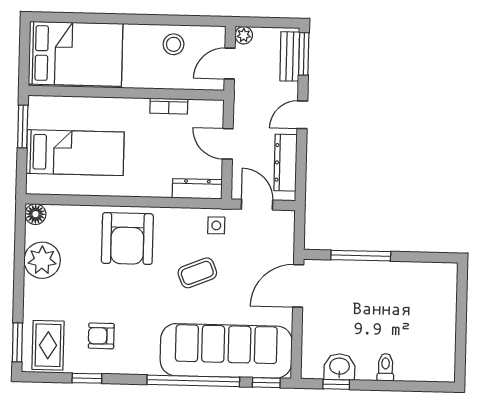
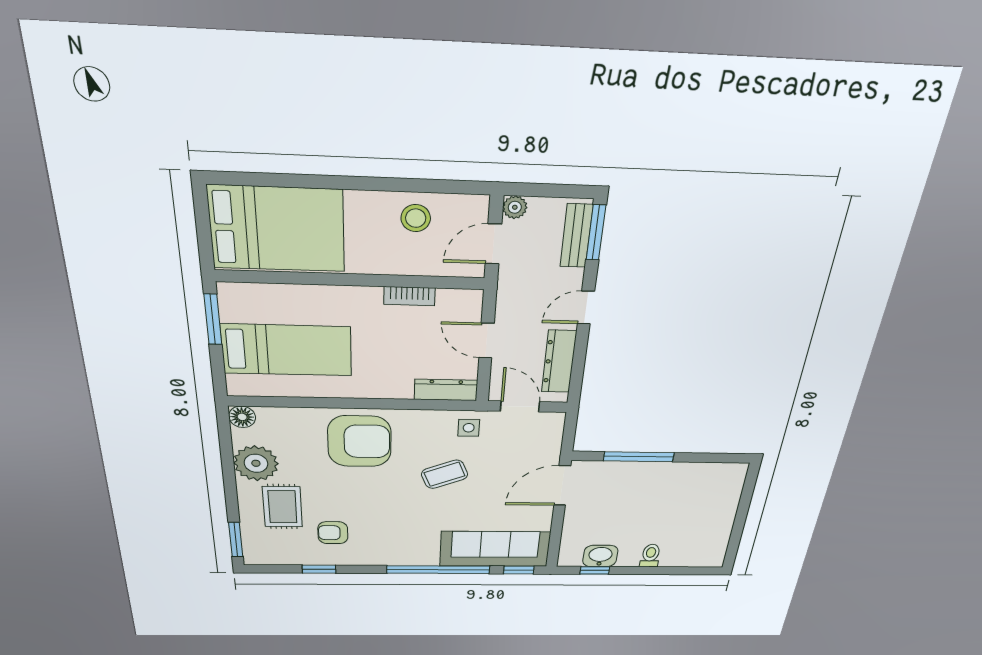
armchair: (127, 239) -> (359, 441), turned -90
rug: (48, 345) -> (282, 507), moved
sofa: (226, 351) -> (495, 549), width x0.74, depth x0.79

